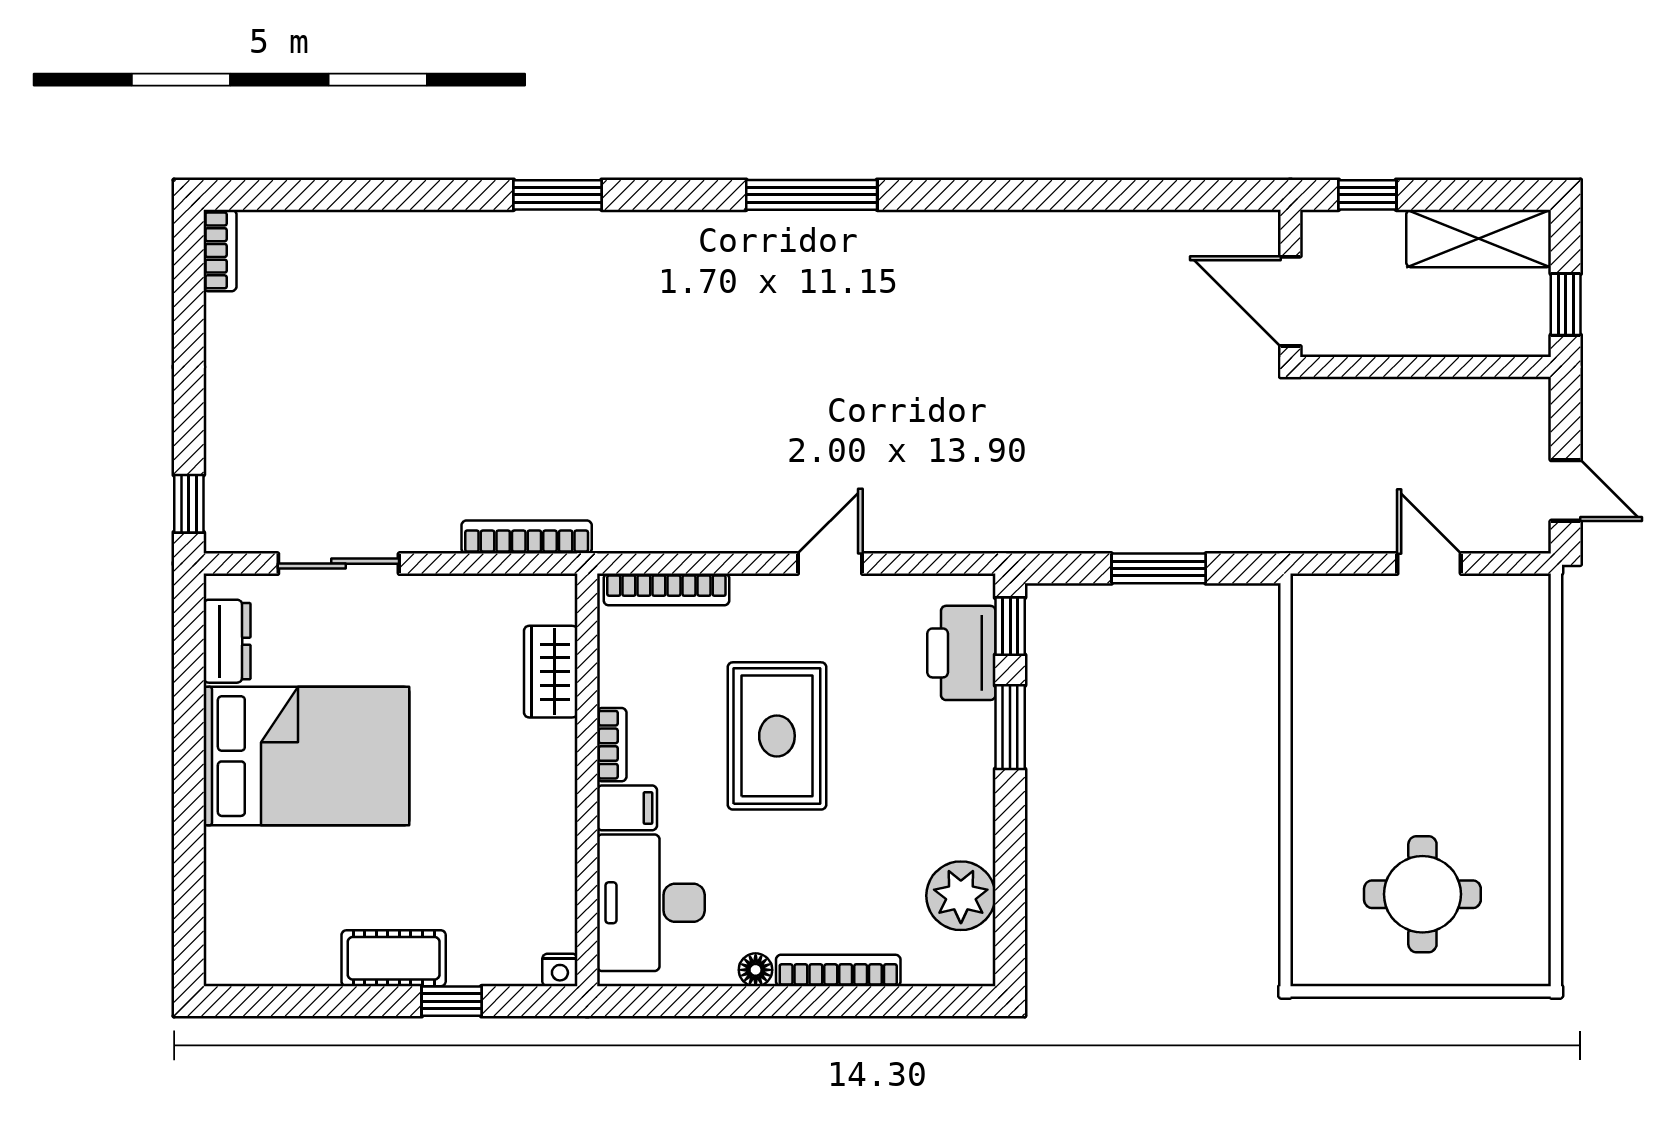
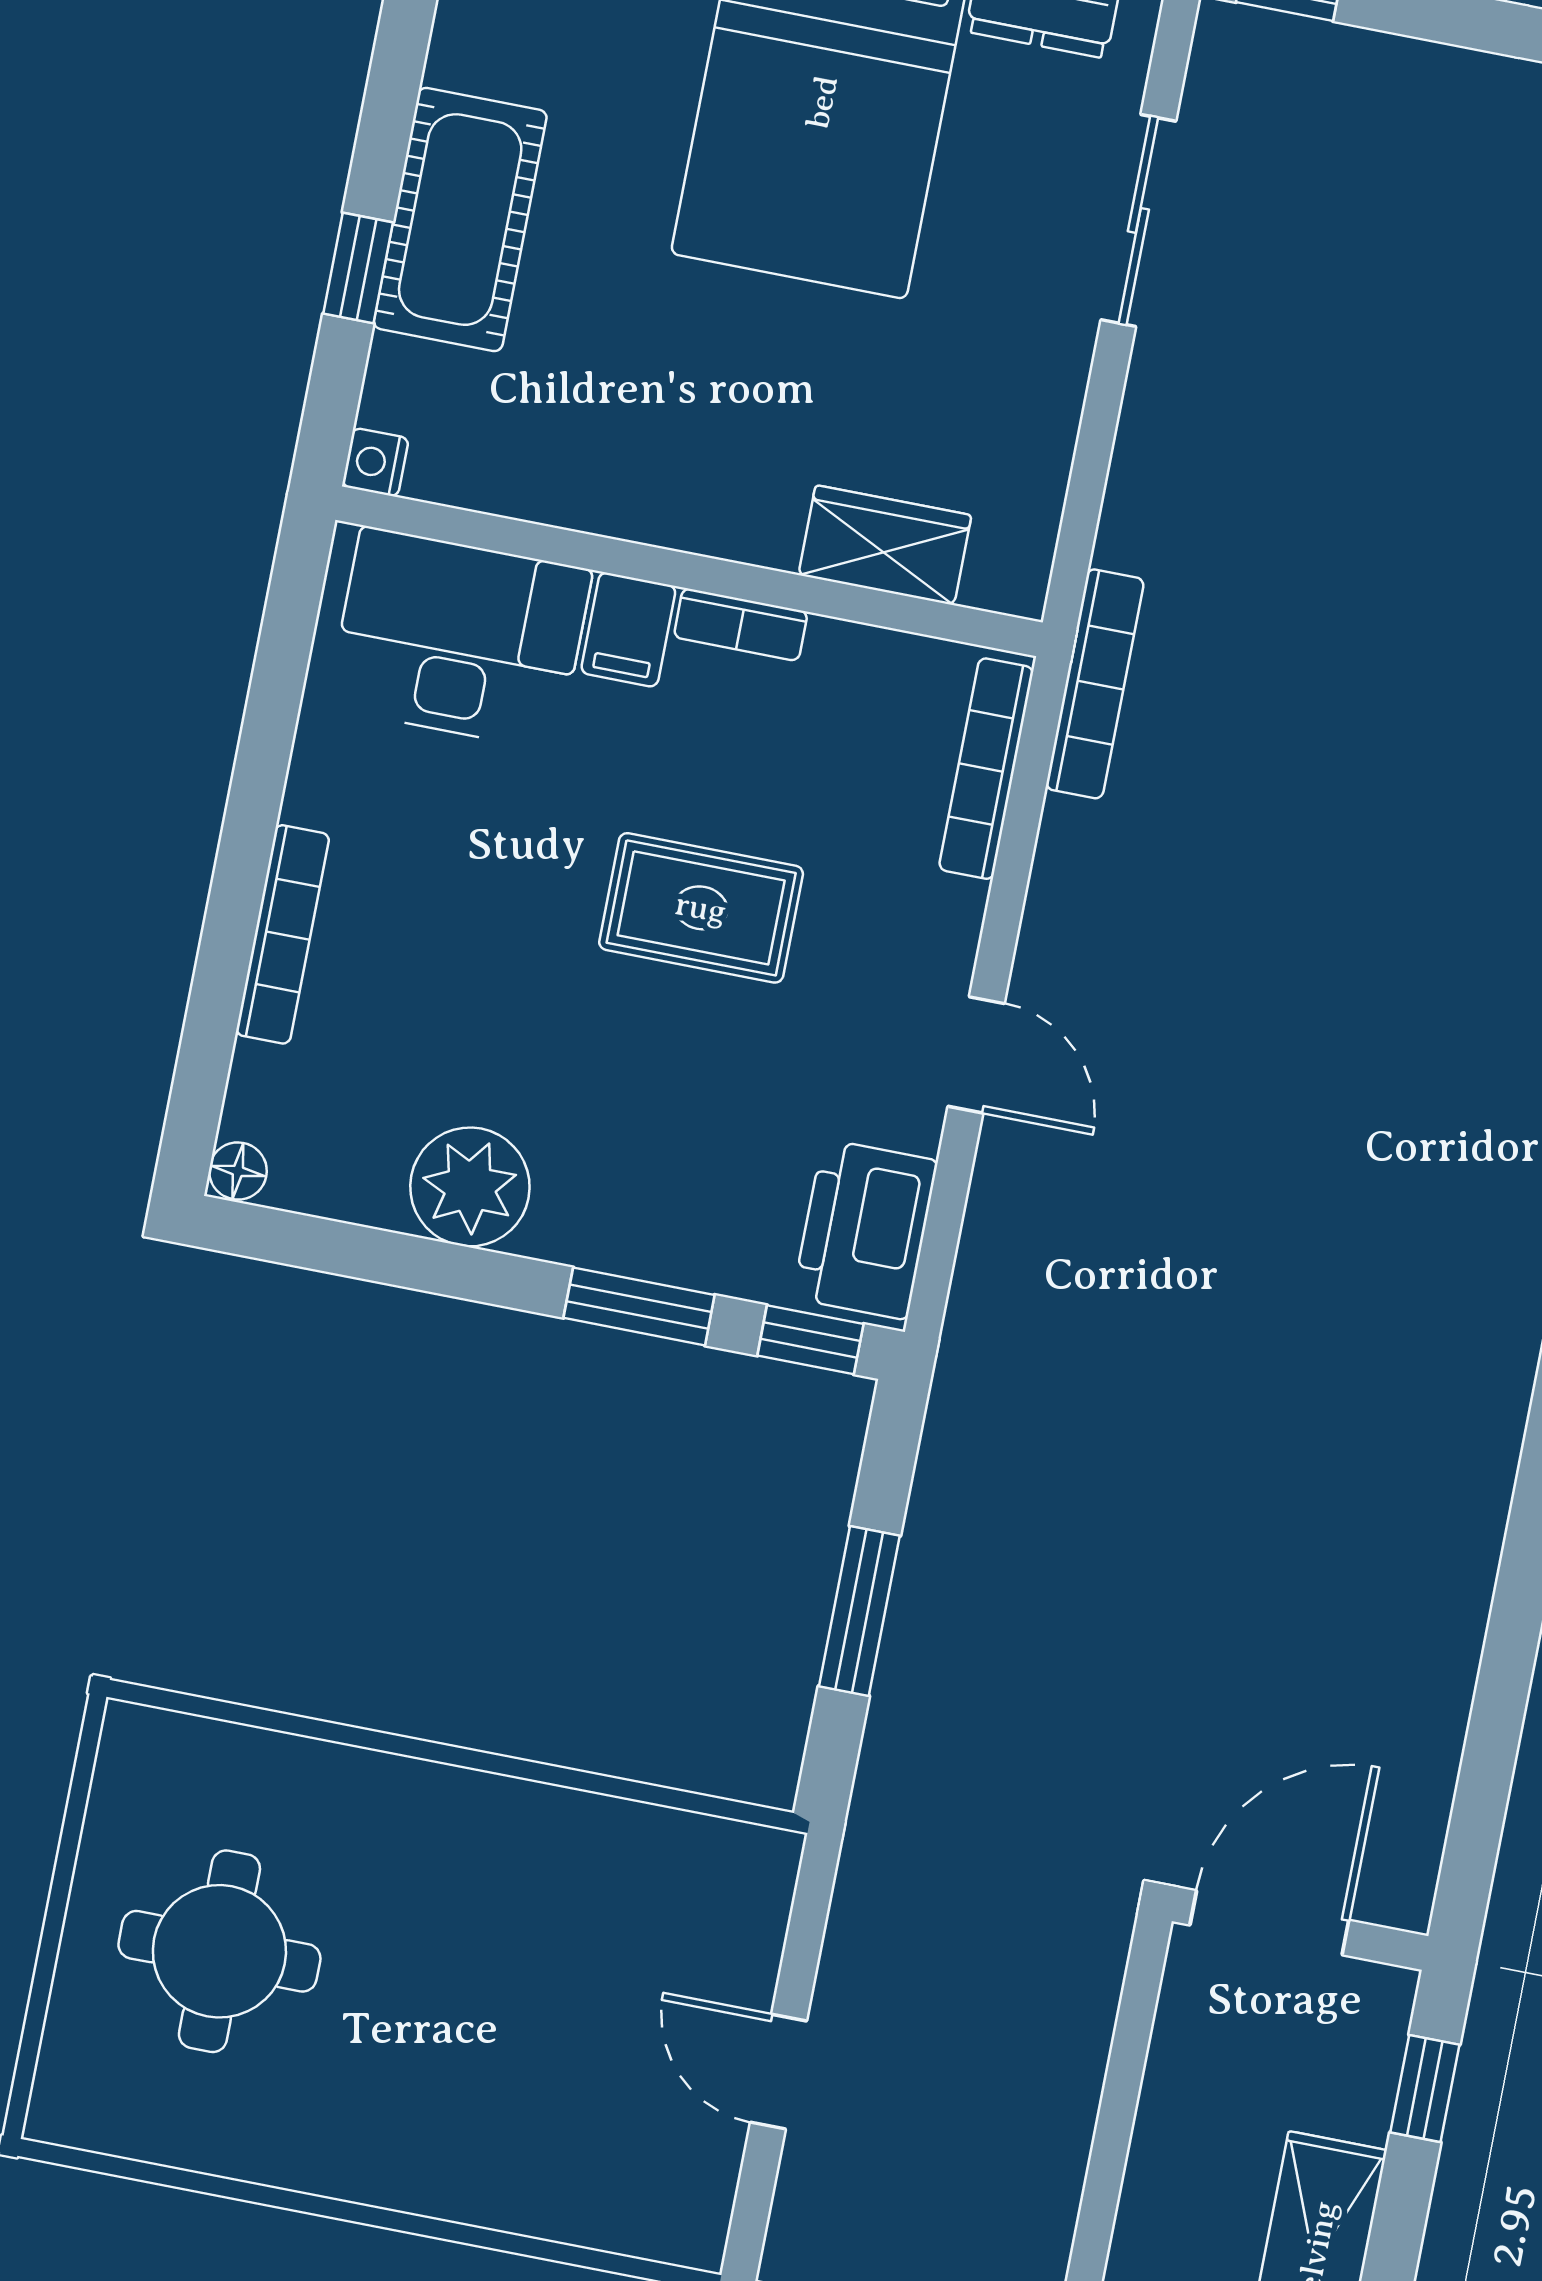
bookcase: (527, 537) -> (1095, 684), moved
door: (1429, 564) -> (778, 2072), swing flipped
printer: (961, 653) -> (865, 1229), moved, turned -90
rug: (777, 736) -> (701, 908), width x0.73, depth x0.70
plant: (961, 896) -> (470, 1187), moved
cot: (394, 958) -> (460, 220), width x1.37, depth x1.34
floor lamp: (756, 970) -> (238, 1171), moved

